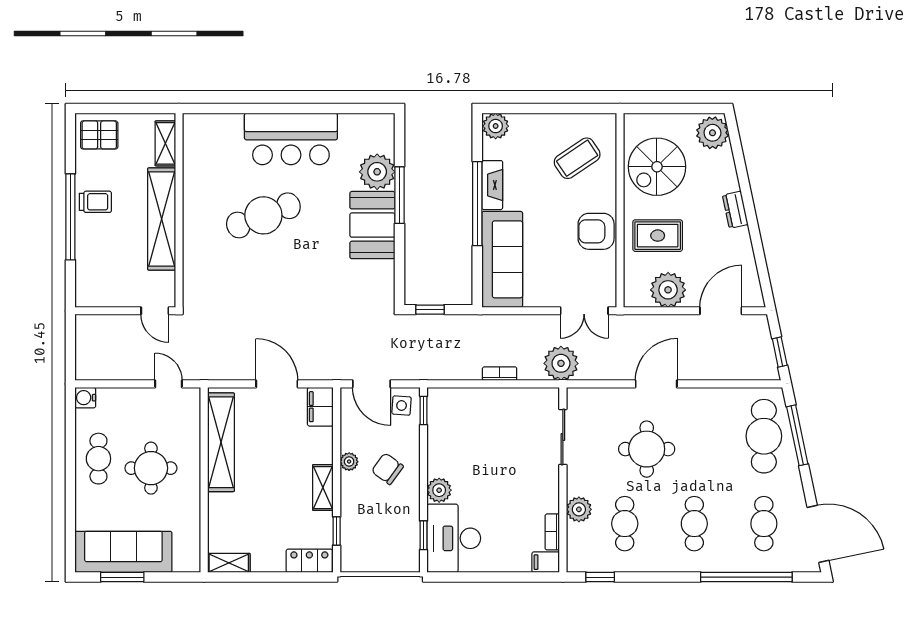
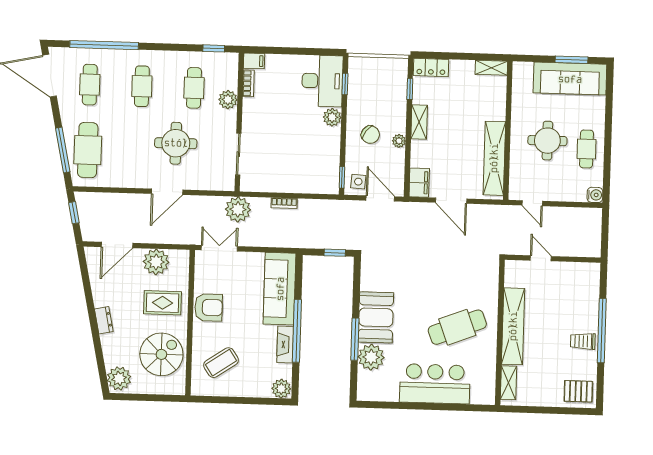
shelving: (165, 143) -> (508, 383), moved
wall: (179, 210) -> (500, 332), moved
shelving: (162, 219) -> (513, 326), moved

